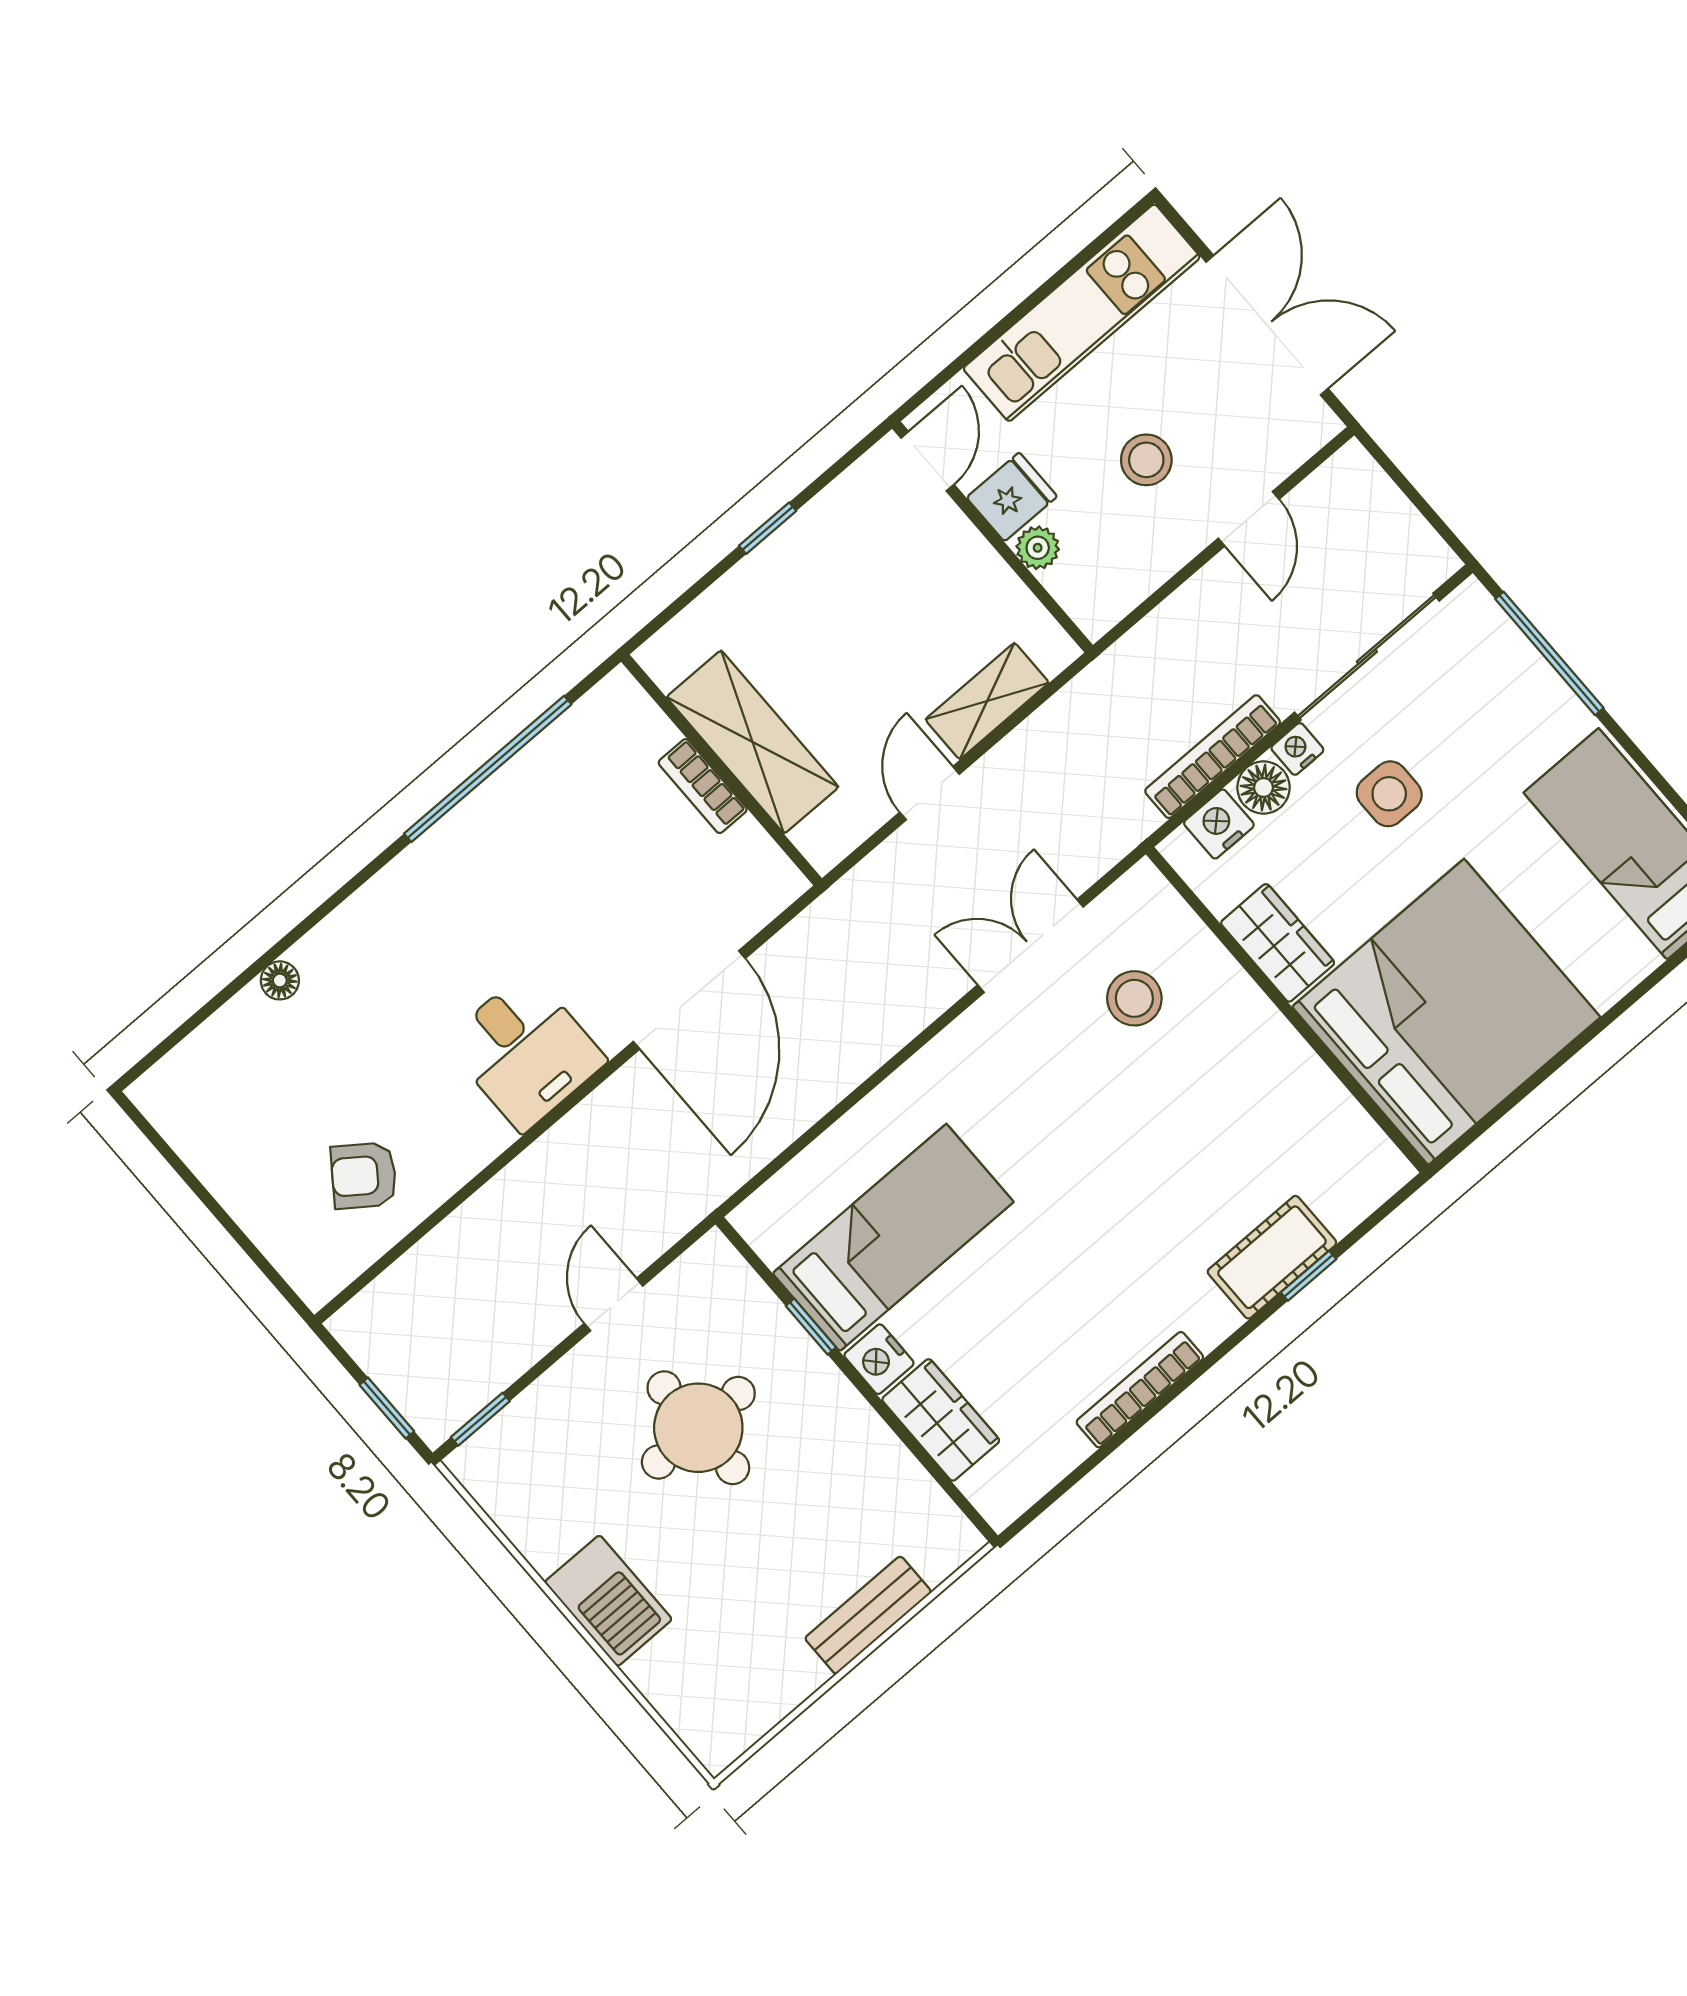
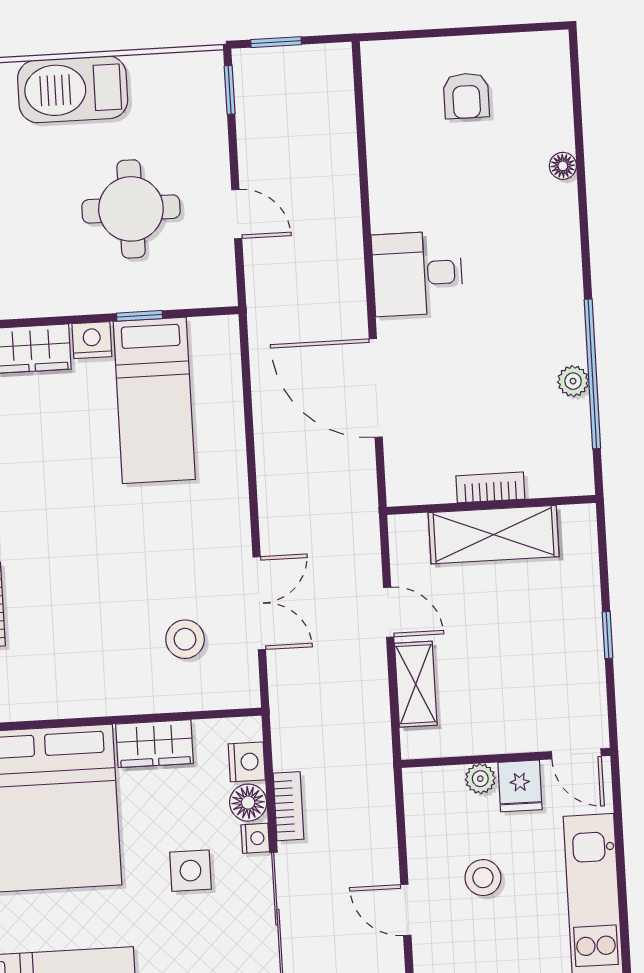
bookcase: (1213, 757) -> (289, 806), width x0.64
plant: (512, 784) -> (573, 381), added
armchair: (364, 1175) -> (466, 96), moved, turned 144
barbecue: (608, 1601) -> (73, 89), width x1.37, depth x1.21

